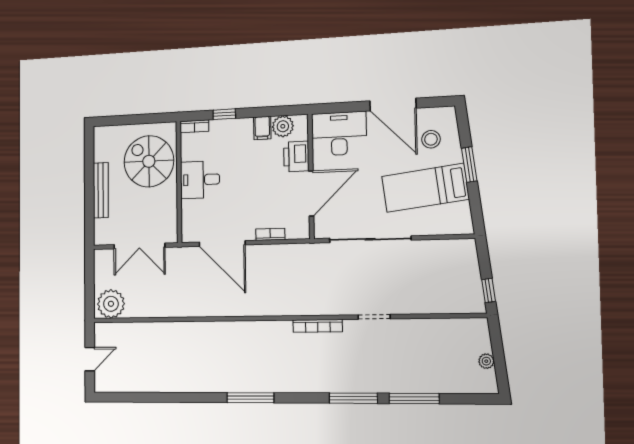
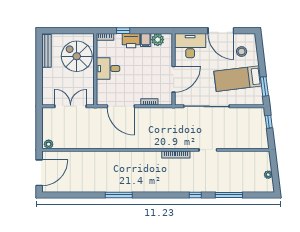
printer: (296, 156) -> (131, 41), moved, turned -90
window: (469, 164) -> (264, 86), moved
bench: (101, 190) -> (46, 51), moved
double door: (139, 246) -> (71, 106), swing flipped
window: (489, 290) -> (269, 122), moved
plant: (111, 304) -> (49, 144), width x0.53, depth x0.53
door: (90, 359) -> (39, 173), width x1.87
window: (250, 398) -> (119, 195), moved
window: (353, 398) -> (195, 195), width x0.46

